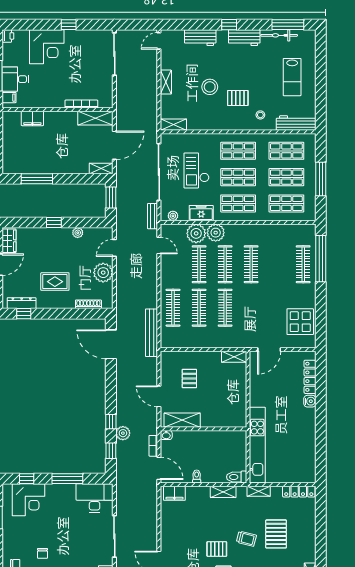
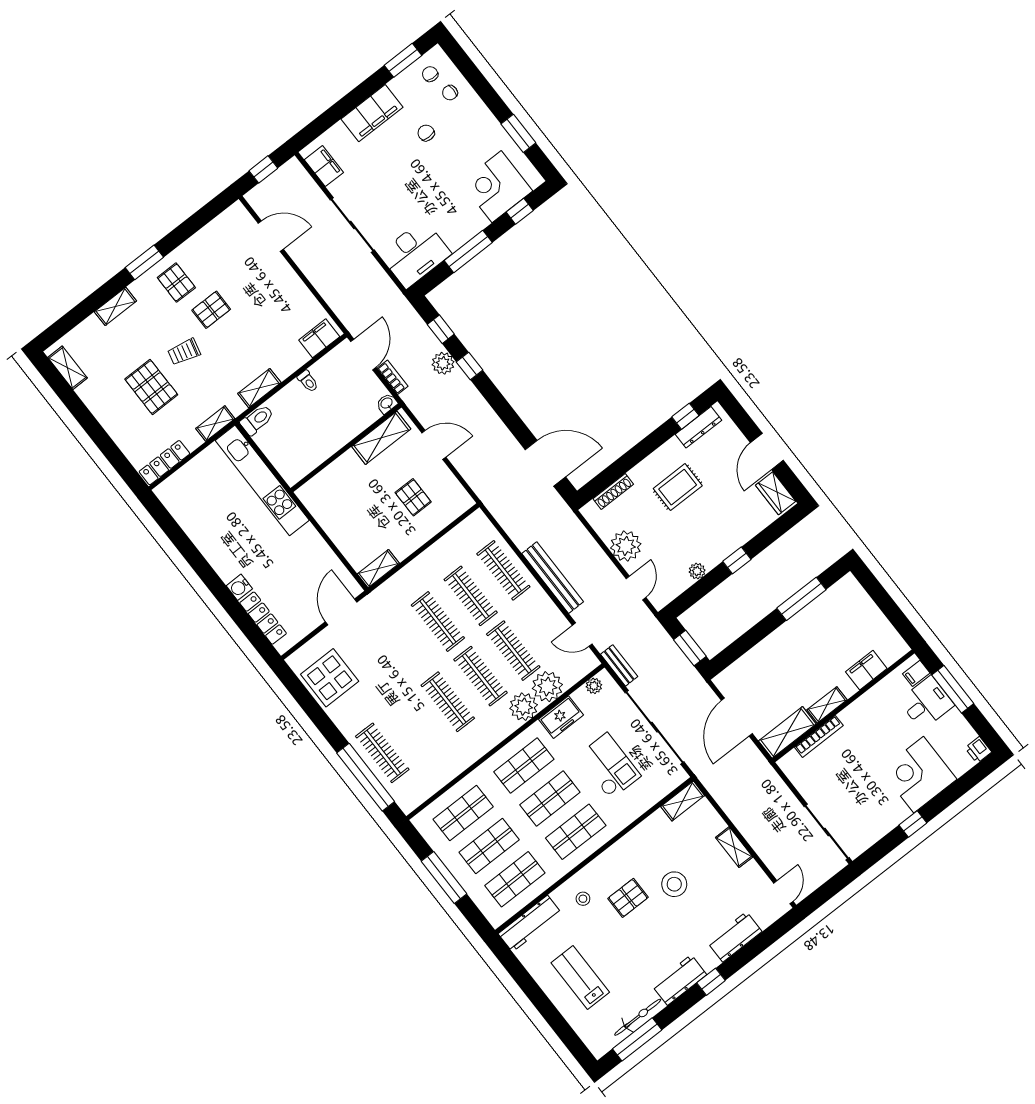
shelving: (101, 168) -> (827, 705), moved
bench: (152, 333) -> (553, 578), moved
door: (159, 468) -> (363, 354), swing flipped

